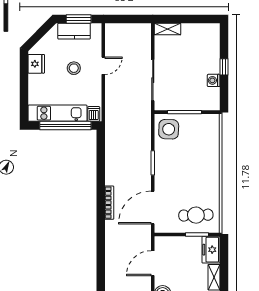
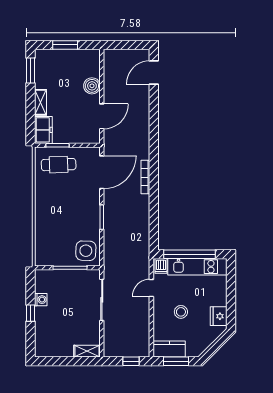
window: (124, 19) -> (131, 361), added
kitchen counter: (74, 31) -> (169, 349), moved
door: (103, 66) -> (151, 288), moved

